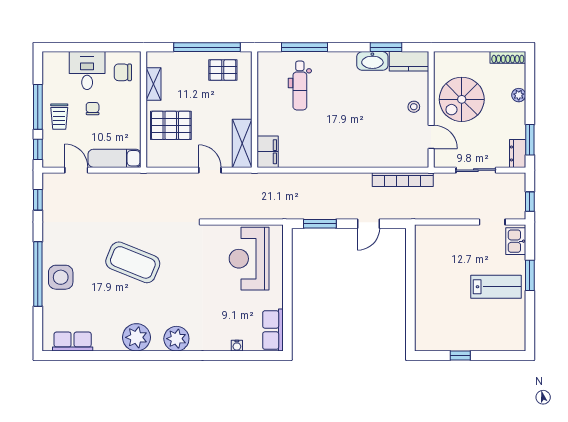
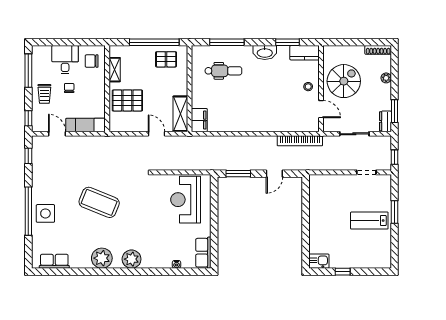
washbasin: (372, 61) -> (265, 53), moved
dental chair: (300, 86) -> (223, 71), turned -90
spiral stairs: (462, 99) -> (344, 81), turned 180
window: (38, 107) -> (28, 71), moved
kitchen sink: (516, 241) -> (319, 261), moved, turned 90
lab bench: (496, 287) -> (369, 221), turned 180

